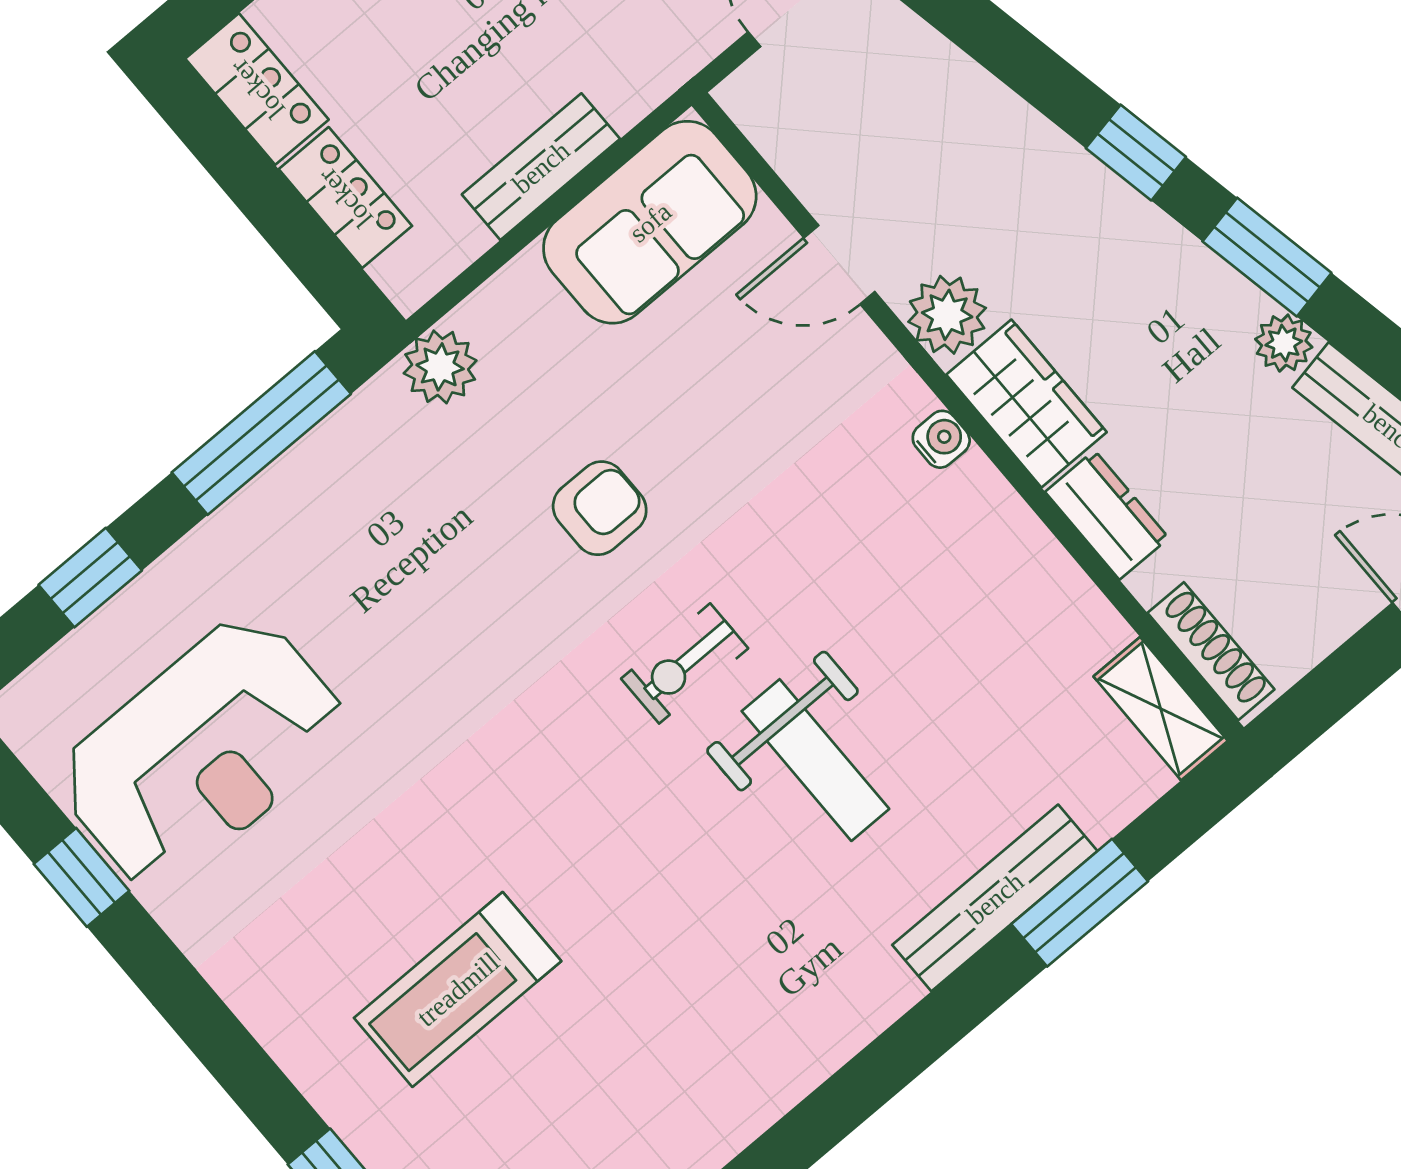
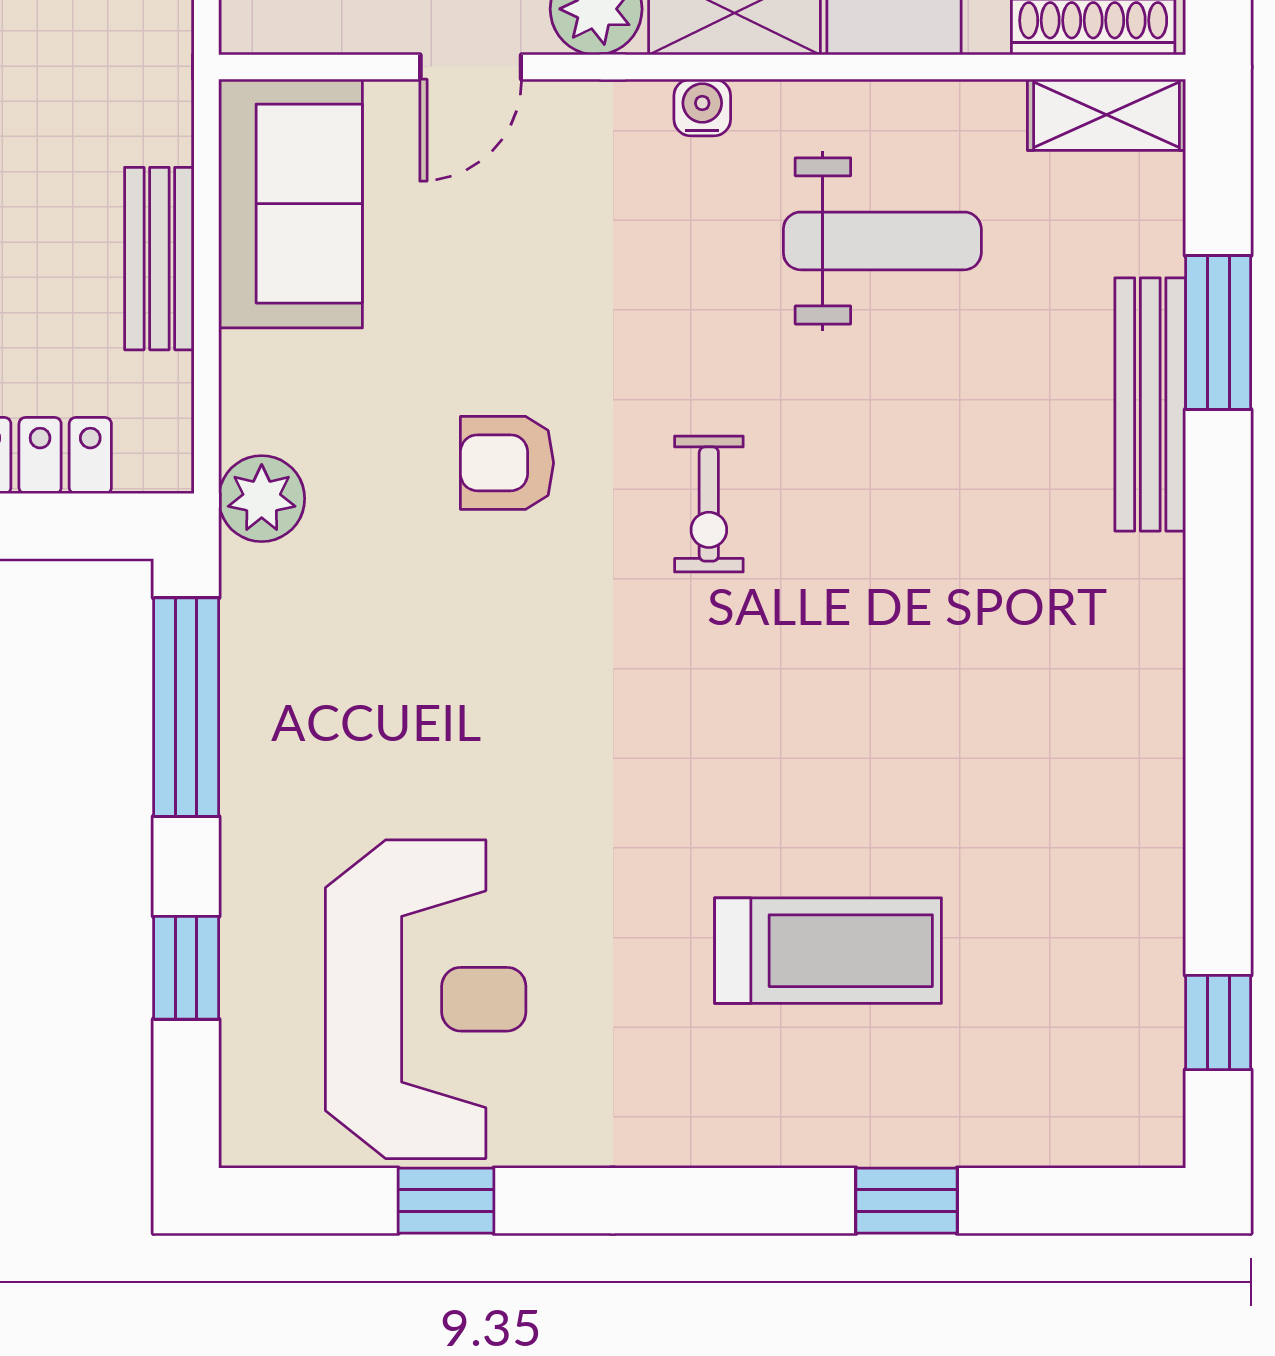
armchair: (600, 508) -> (507, 463), turned -90
weight bench: (815, 760) -> (882, 241), moved
treadmill: (458, 989) -> (828, 951), turned -90

